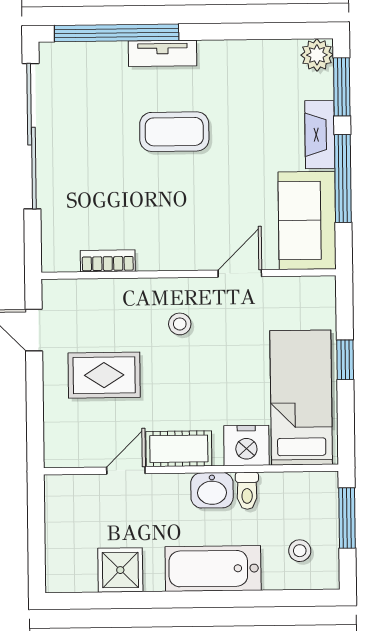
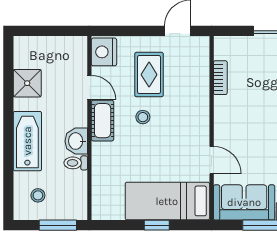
stool: (180, 324) -> (143, 117), moved
bed: (301, 398) -> (167, 201), moved, turned 180
nightstand: (246, 446) -> (104, 52), moved

